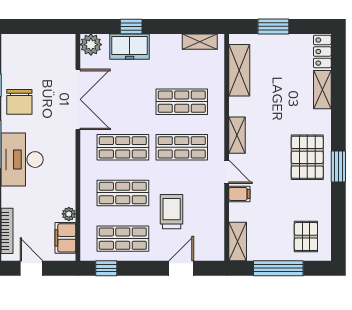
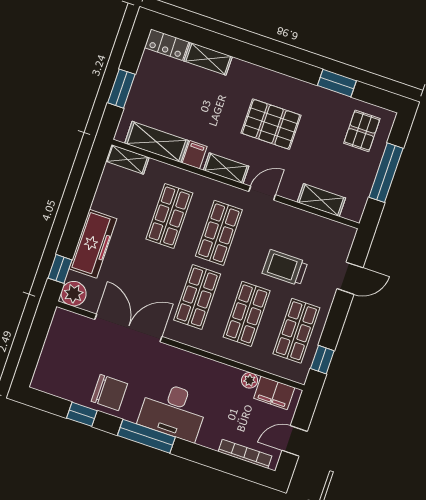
window: (131, 26) -> (60, 269), moved
shelving: (200, 42) -> (127, 159), moved, turned 90
freezer: (130, 47) -> (93, 244), width x1.40
pallet: (307, 157) -> (271, 124), moved
window: (338, 166) -> (337, 83), moved
filing cabinet: (239, 194) -> (195, 155), moved
pallet: (306, 237) -> (362, 131), turned 90
shelving: (238, 242) -> (321, 200), moved
door: (181, 268) -> (350, 278), swing flipped

